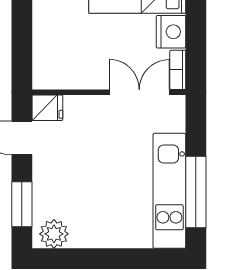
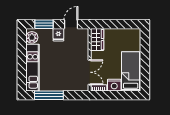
wardrobe: (59, 74) -> (97, 40), added
fridge: (47, 108) -> (58, 35), moved
kitchen unit: (169, 191) -> (33, 68), moved, turned 90

